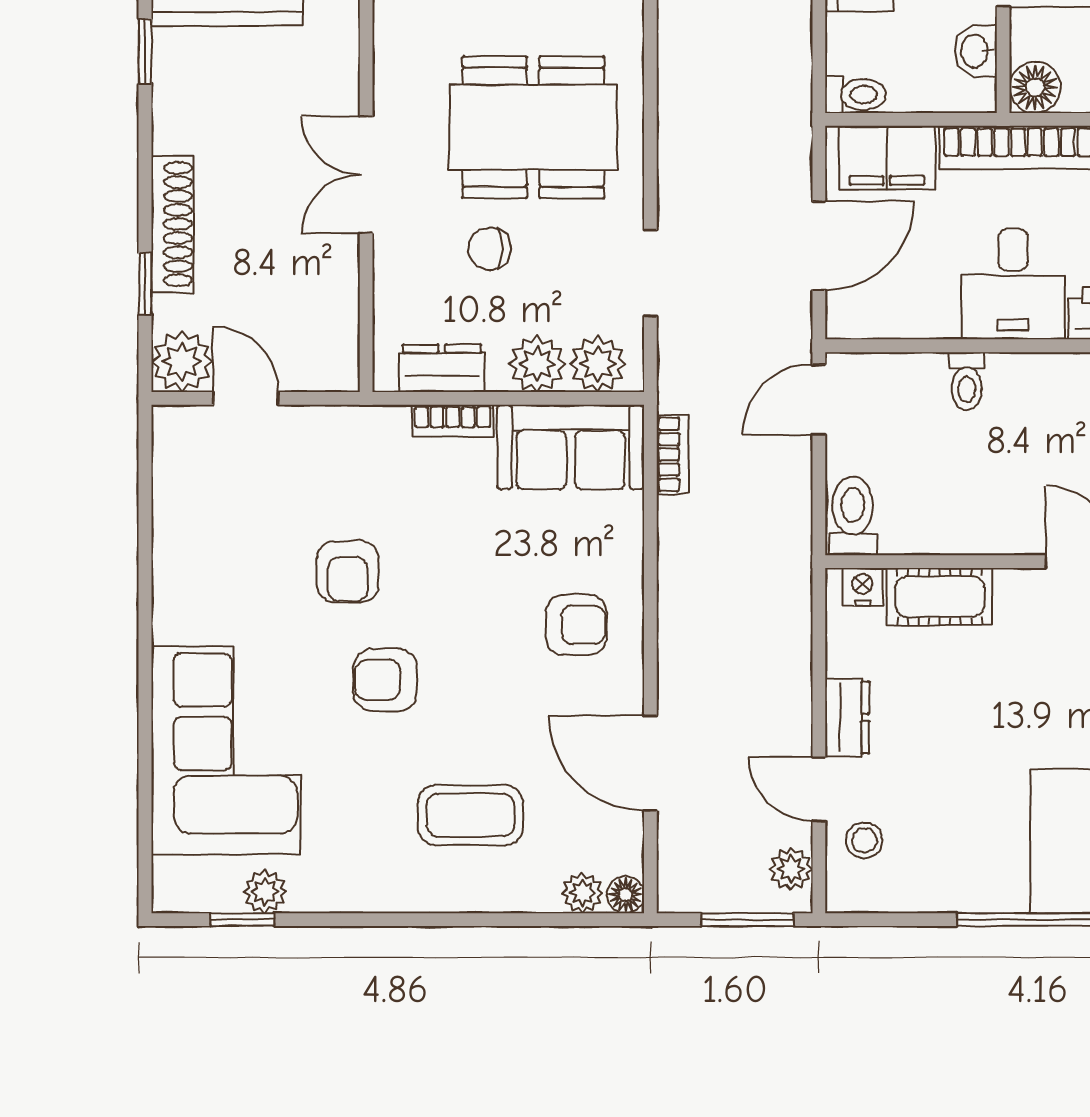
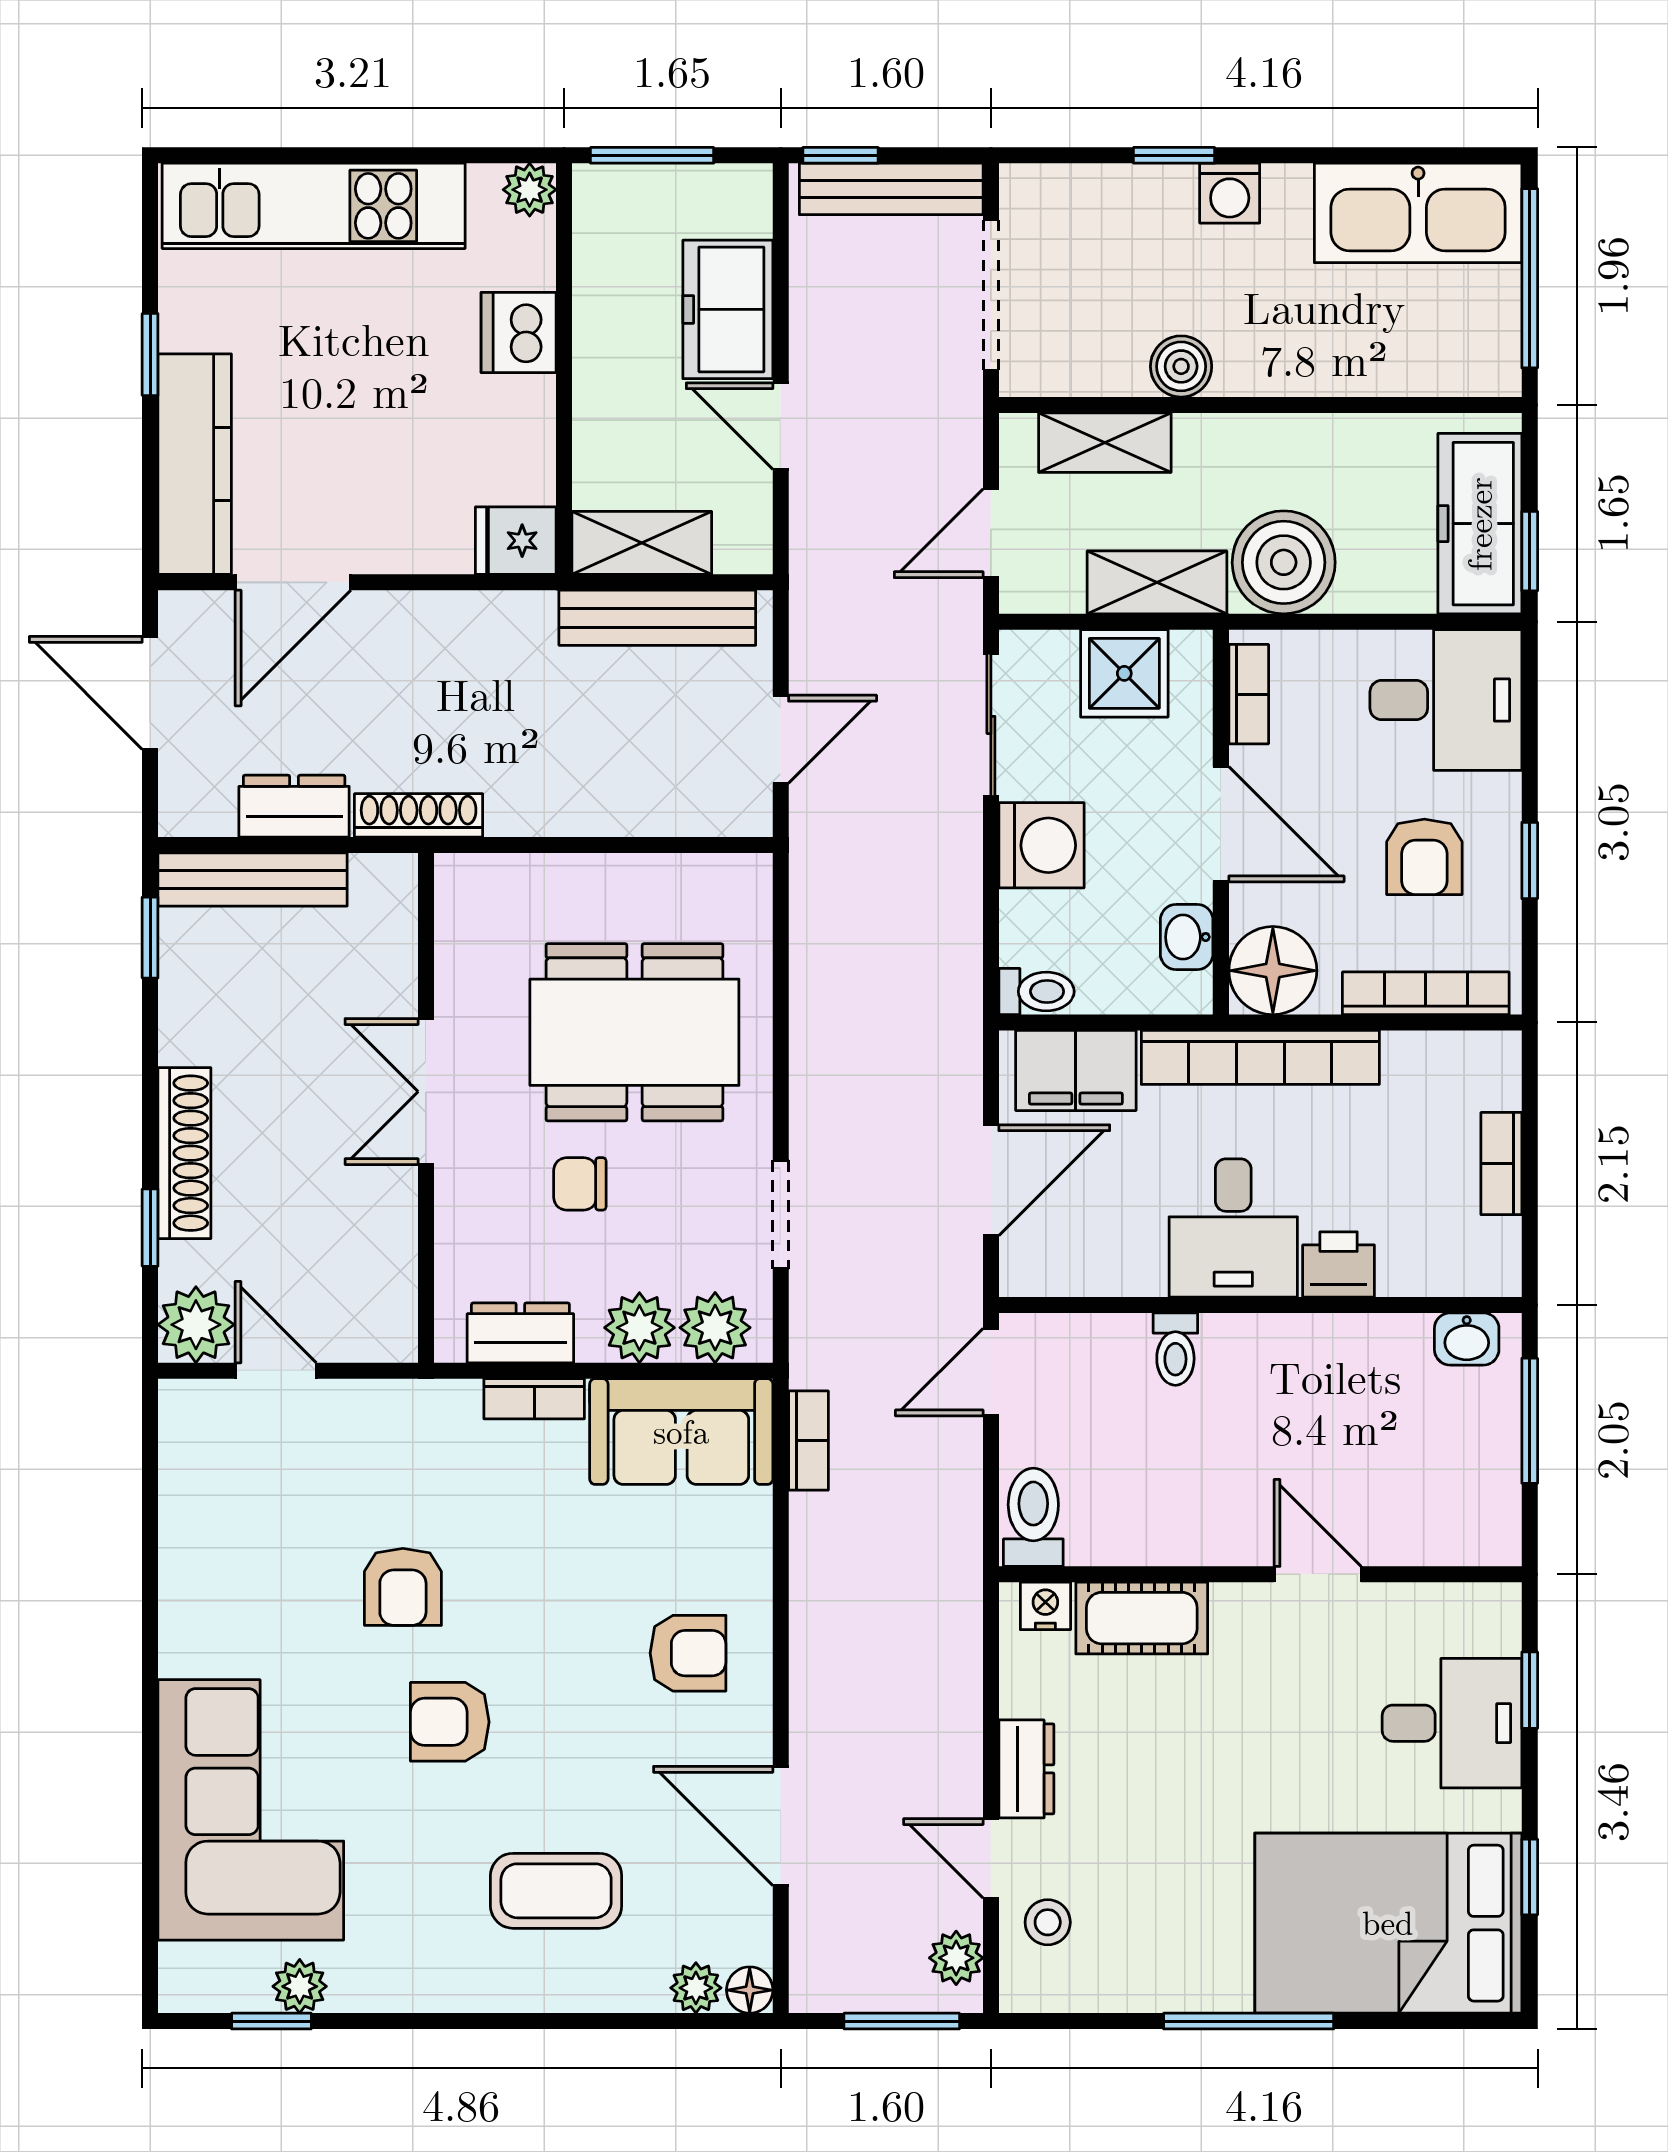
floor lamp: (1035, 87) -> (1273, 971), width x1.38, depth x1.38

